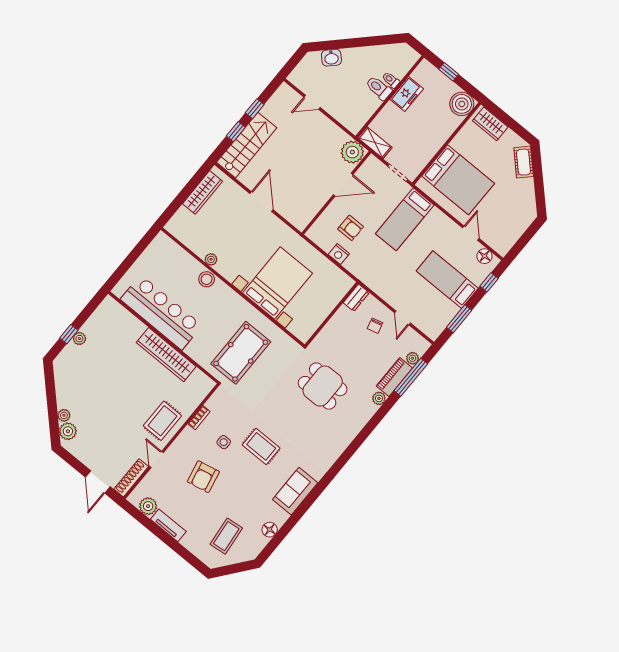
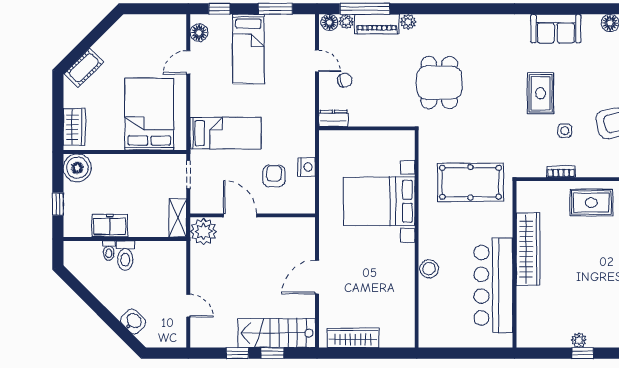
plant: (211, 259) -> (408, 280), removed
door: (403, 318) -> (317, 61), hinge flipped
floor lamp: (421, 347) -> (329, 22), added

